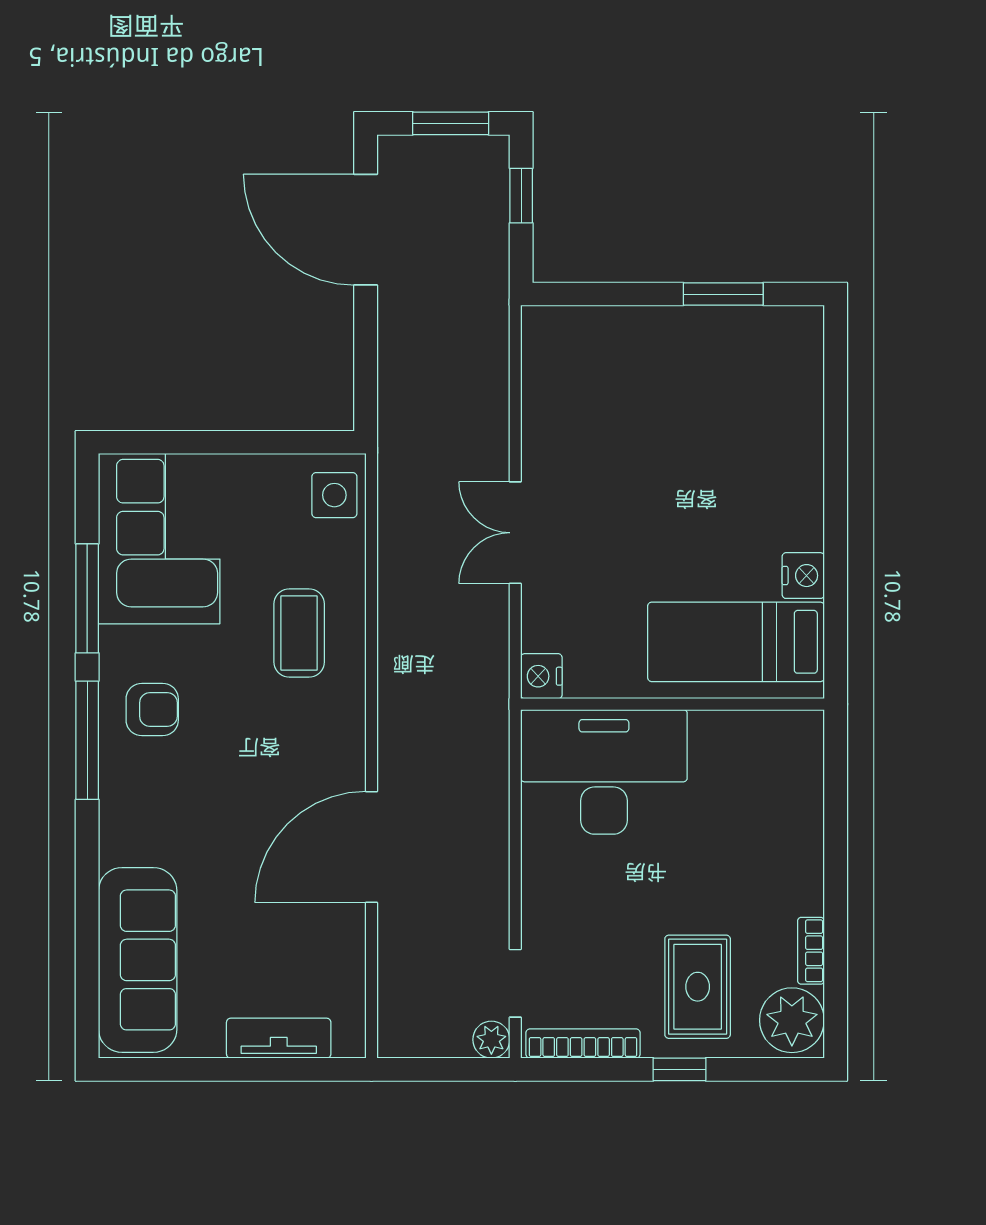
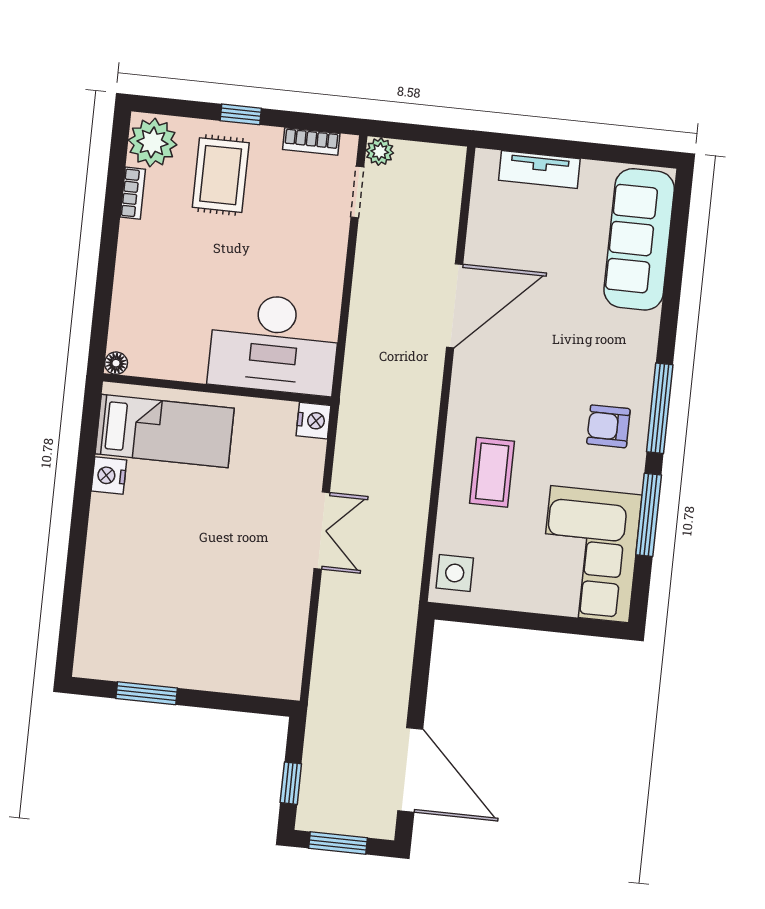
floor lamp: (809, 724) -> (116, 363), added
bookcase: (583, 1043) -> (311, 141), width x0.64

